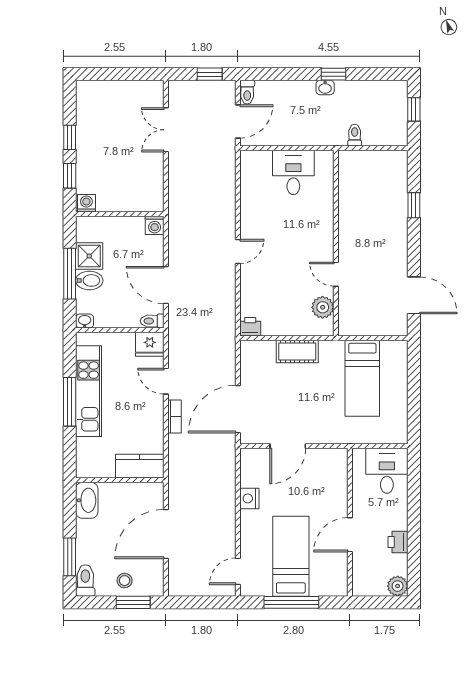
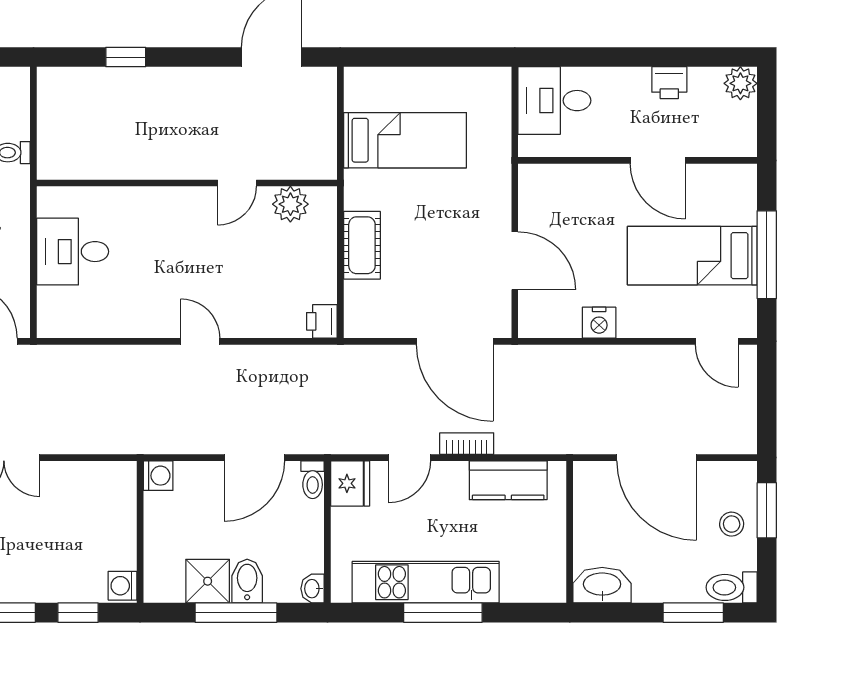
kitchen counter: (140, 466) -> (508, 480), moved, turned -90

